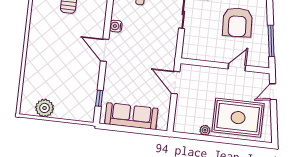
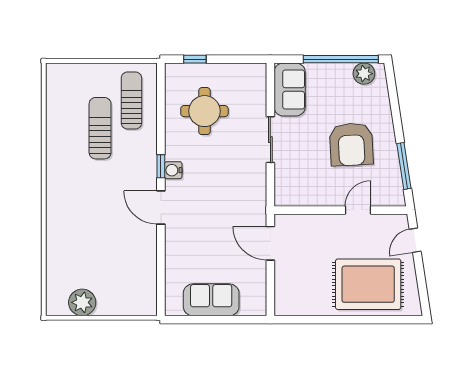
window: (99, 98) -> (161, 166), moved
sofa: (131, 116) -> (211, 300), width x0.73
plant: (205, 130) -> (322, 308), removed

